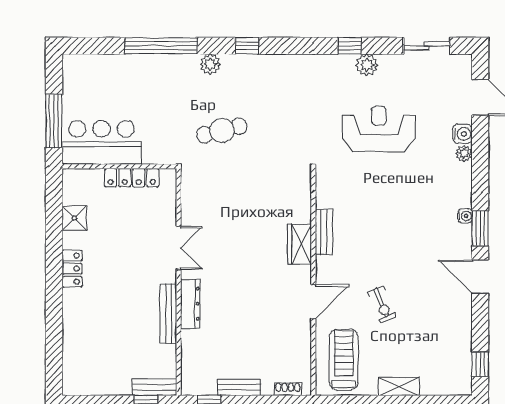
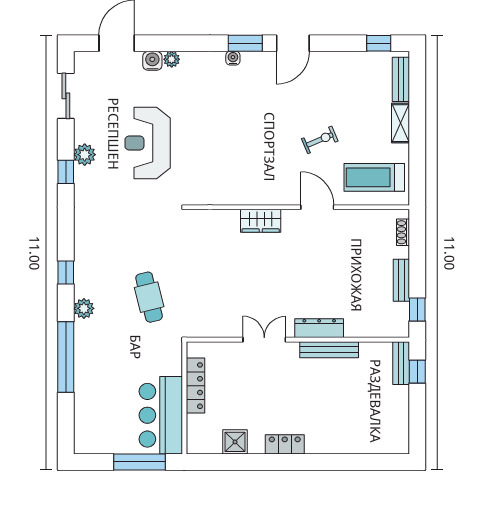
bench: (324, 232) -> (401, 79), moved, turned 90

